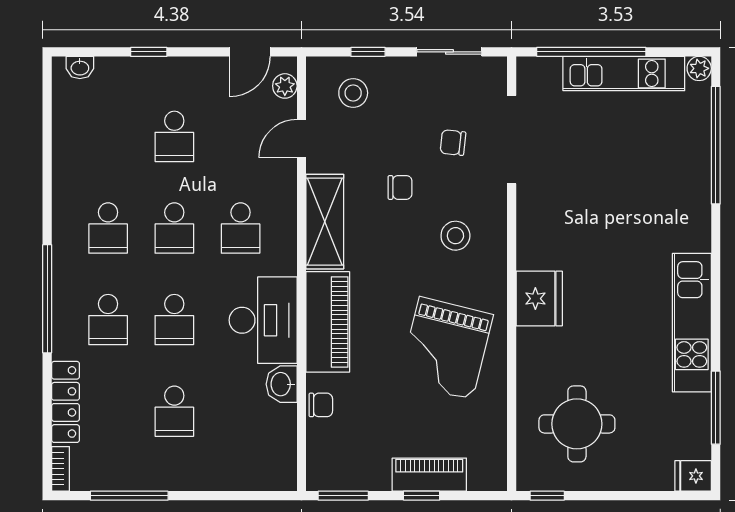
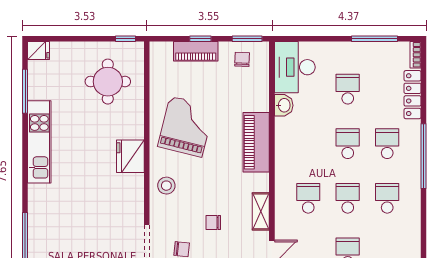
shelving: (325, 222) -> (261, 211), width x0.67, depth x0.75
stool: (455, 236) -> (166, 186), moved
desk: (263, 320) -> (295, 67), moved
chair: (321, 405) -> (242, 59), moved, turned 92

